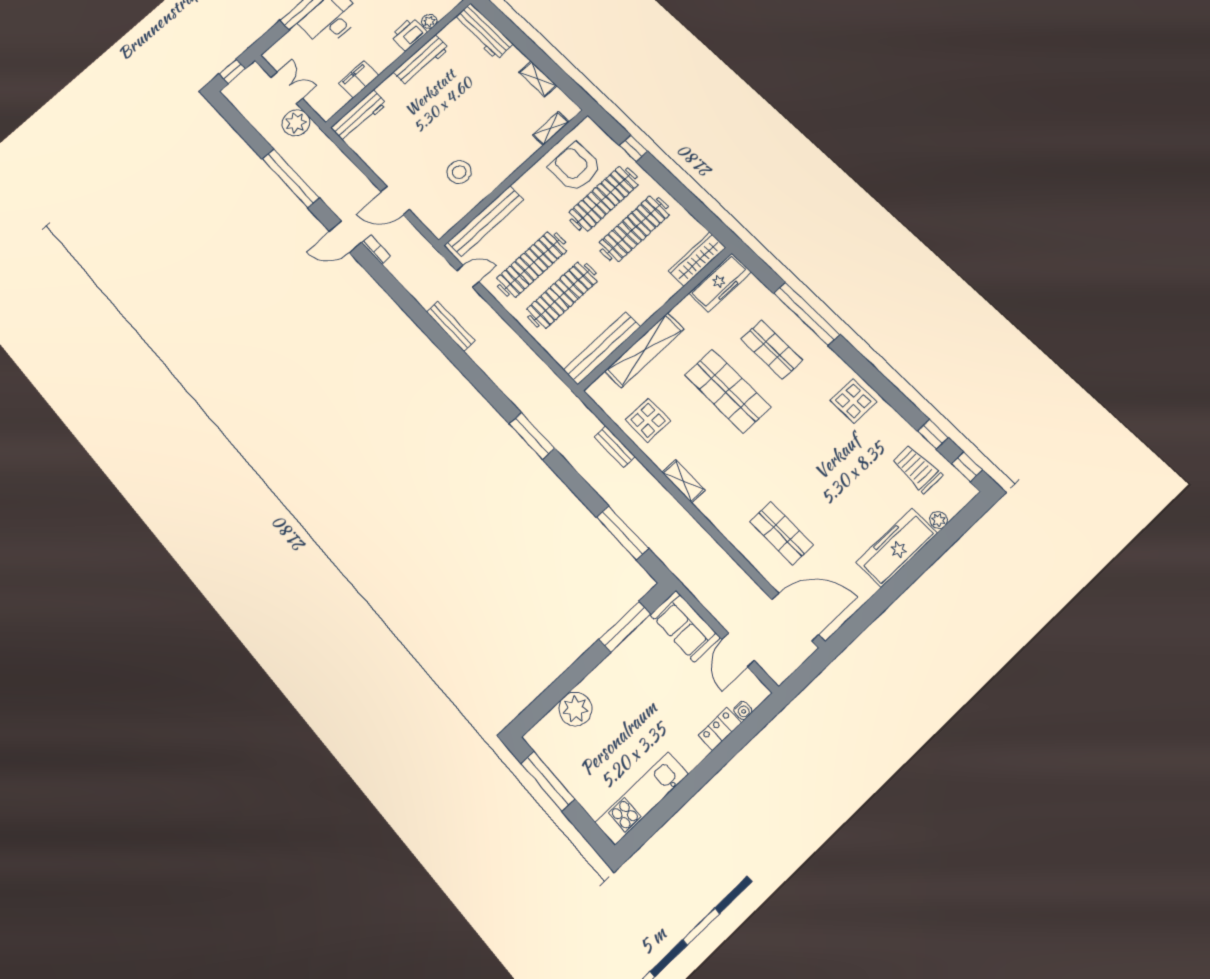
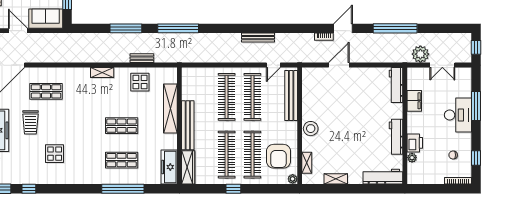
plant: (587, 126) -> (293, 179), added
window: (633, 148) -> (233, 189), moved
armchair: (575, 167) -> (279, 156), turned 90
stool: (459, 172) -> (311, 129), moved
bench: (602, 348) -> (188, 125), moved
shop shelf: (728, 391) -> (122, 126), width x0.70, depth x0.74
display table: (853, 401) -> (55, 154), moved
window: (532, 436) -> (178, 28), width x1.46
trolley: (917, 469) -> (30, 122), moved, turned 90
window: (622, 533) -> (126, 28), moved

